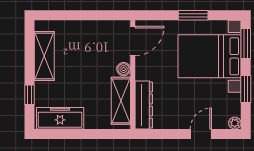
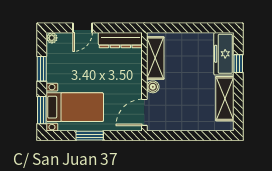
bed with nightstands: (209, 56) -> (75, 107), width x0.73
dresser: (144, 105) -> (120, 40), moved, turned -90
freezer: (60, 118) -> (224, 54), moved, turned 90

